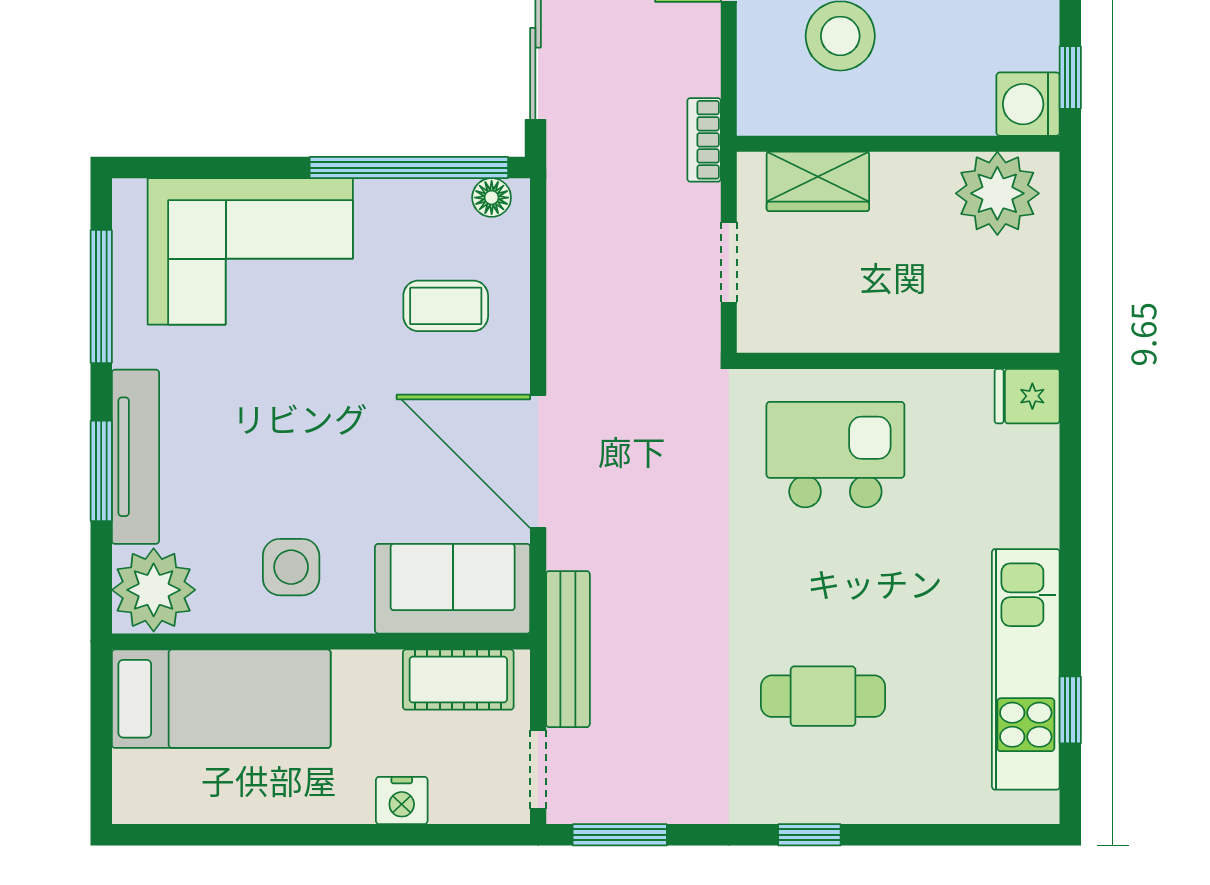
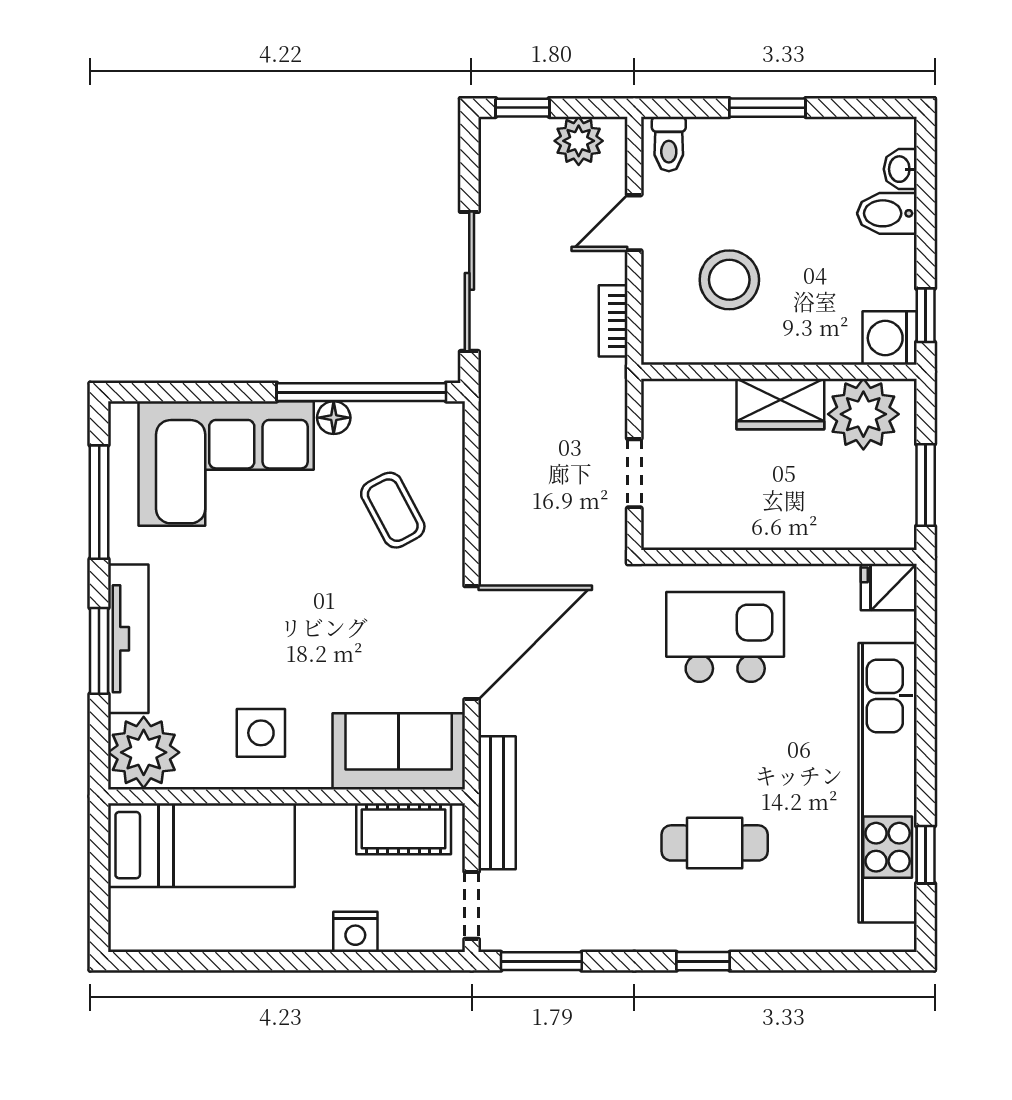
bookcase: (704, 140) -> (613, 321), moved
wardrobe: (818, 181) -> (780, 404), moved
floor lamp: (492, 198) -> (334, 418), moved
window: (1070, 277) -> (926, 485), added
coffee table: (446, 306) -> (393, 510), turned 62
door: (538, 461) -> (472, 643), swing flipped
kitchen unit: (1026, 669) -> (888, 783), width x1.36

